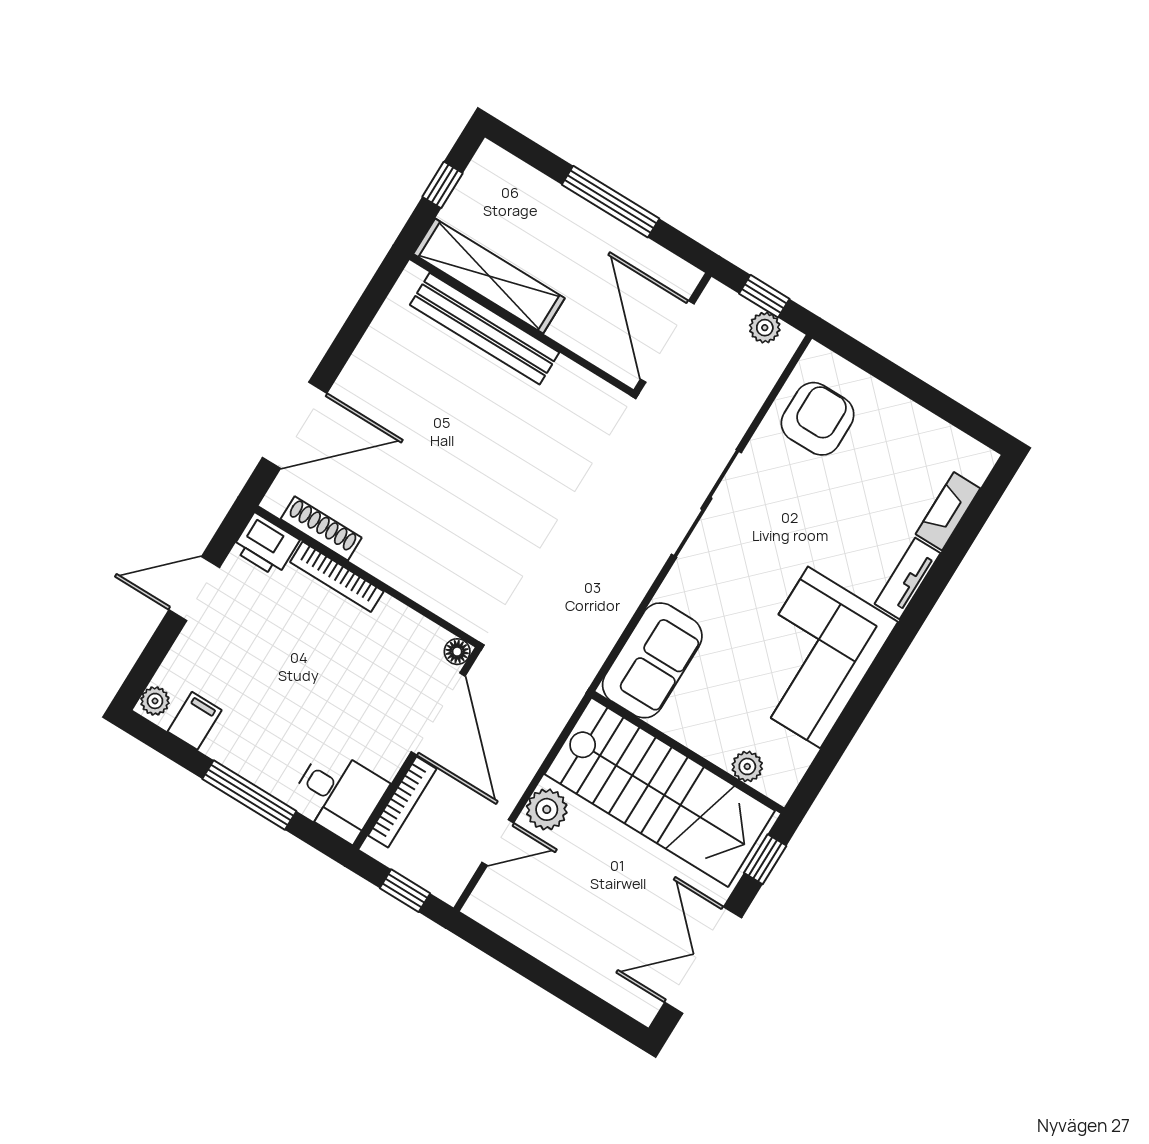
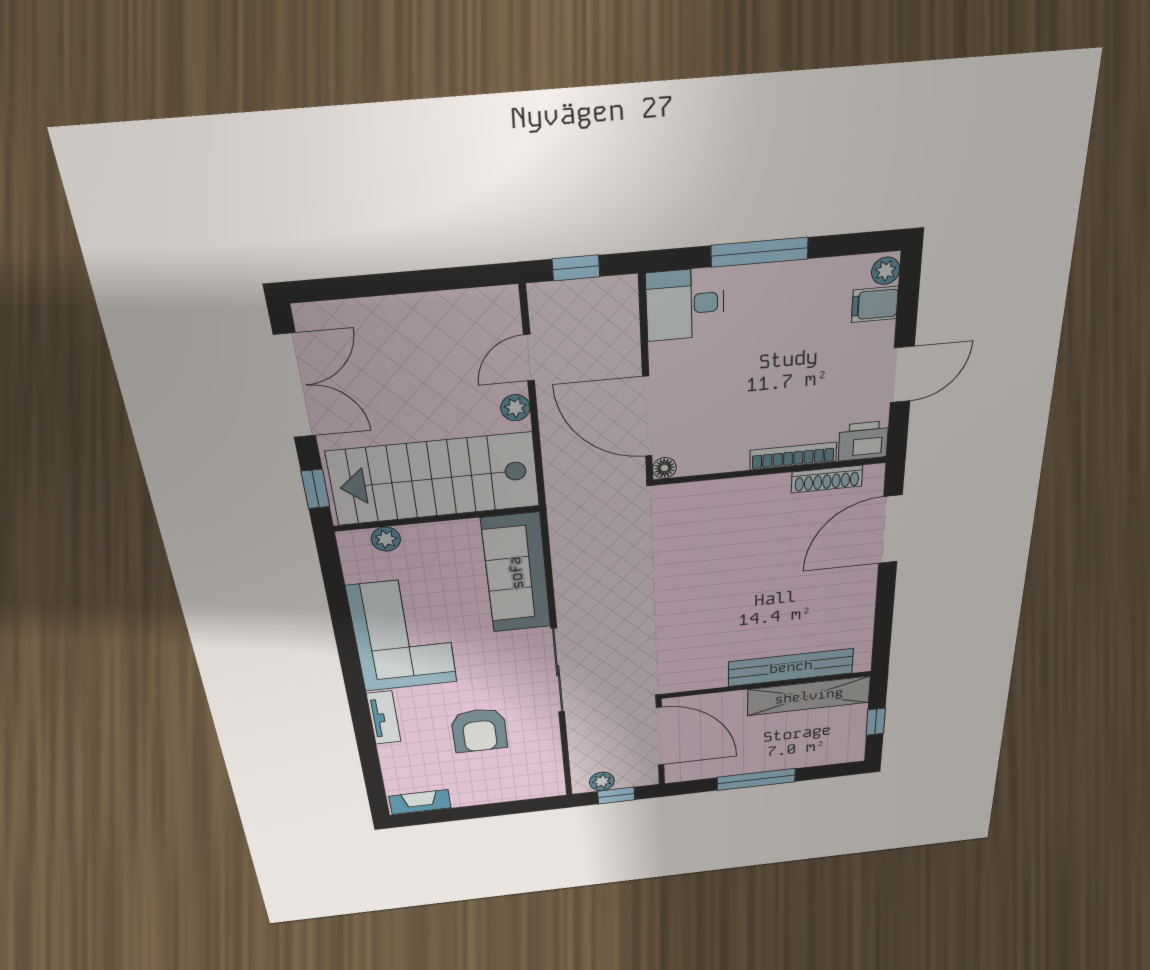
armchair: (818, 419) -> (479, 730), moved
fireplace: (948, 511) -> (420, 802), moved, turned -90
sofa: (652, 660) -> (516, 573), width x1.36
filing cabinet: (195, 721) -> (875, 304), moved, turned 90
bookcase: (402, 802) -> (629, 334), removed
plant: (547, 809) -> (515, 408), width x0.73, depth x0.73

